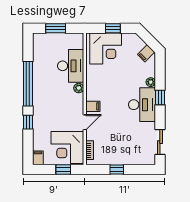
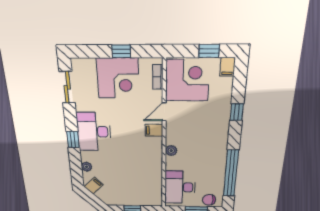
chair: (45, 40) -> (209, 200), added
corner desk: (106, 49) -> (118, 78), moved, turned 180
desk: (71, 66) -> (180, 187), moved
plant: (151, 82) -> (87, 167), moved
window: (28, 84) -> (231, 173), moved
window: (63, 169) -> (209, 51), moved

